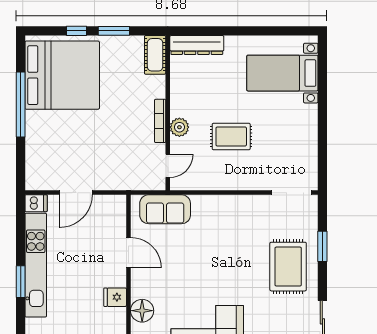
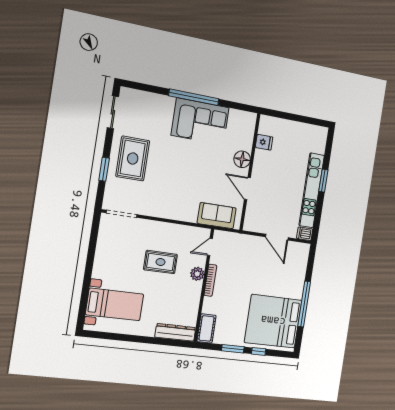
door: (76, 193) -> (277, 237), swing flipped
fridge: (115, 297) -> (264, 142), moved
floor lamp: (142, 311) -> (242, 159), moved

